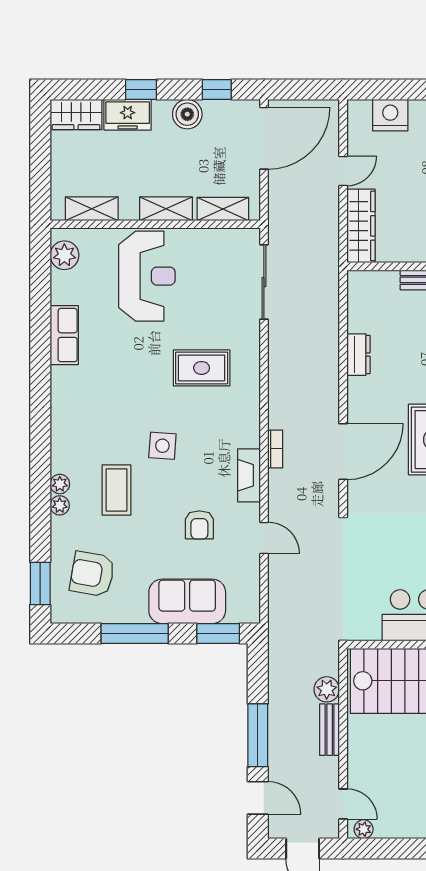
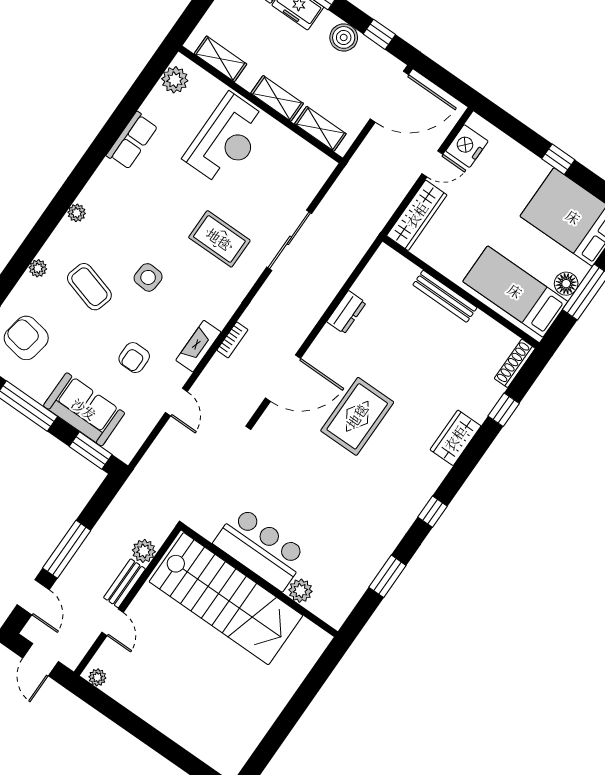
nightstand: (390, 115) -> (467, 146), moved, turned -90
sliding door: (264, 282) -> (289, 240), moved
plant: (60, 484) -> (77, 213), moved
coffee table: (116, 490) -> (89, 287), turned -74
door: (343, 804) -> (113, 622), moved

